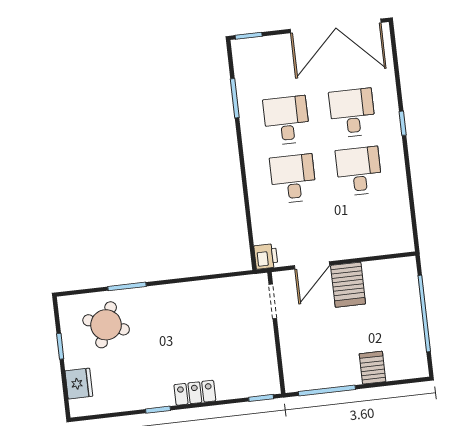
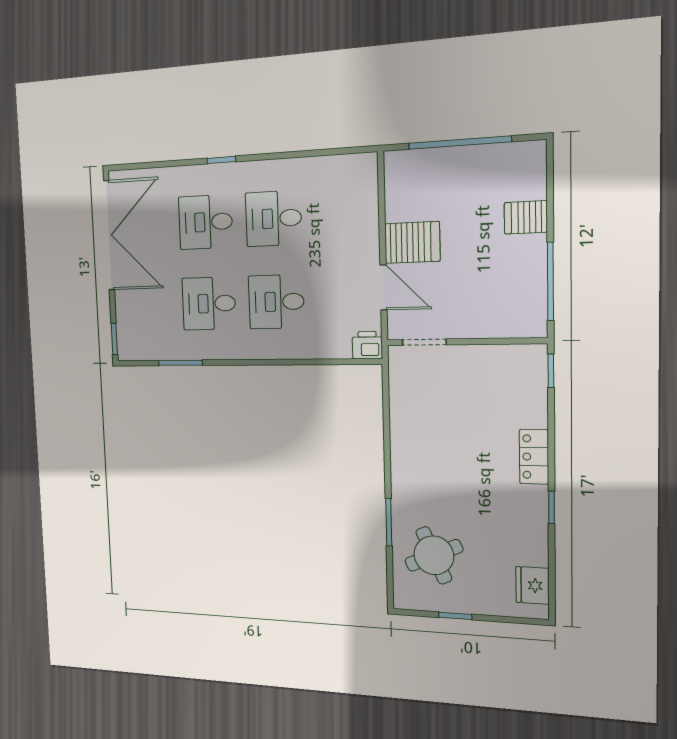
round table: (106, 325) -> (434, 555), turned 45
fridge: (79, 384) -> (532, 585), moved, turned -90

